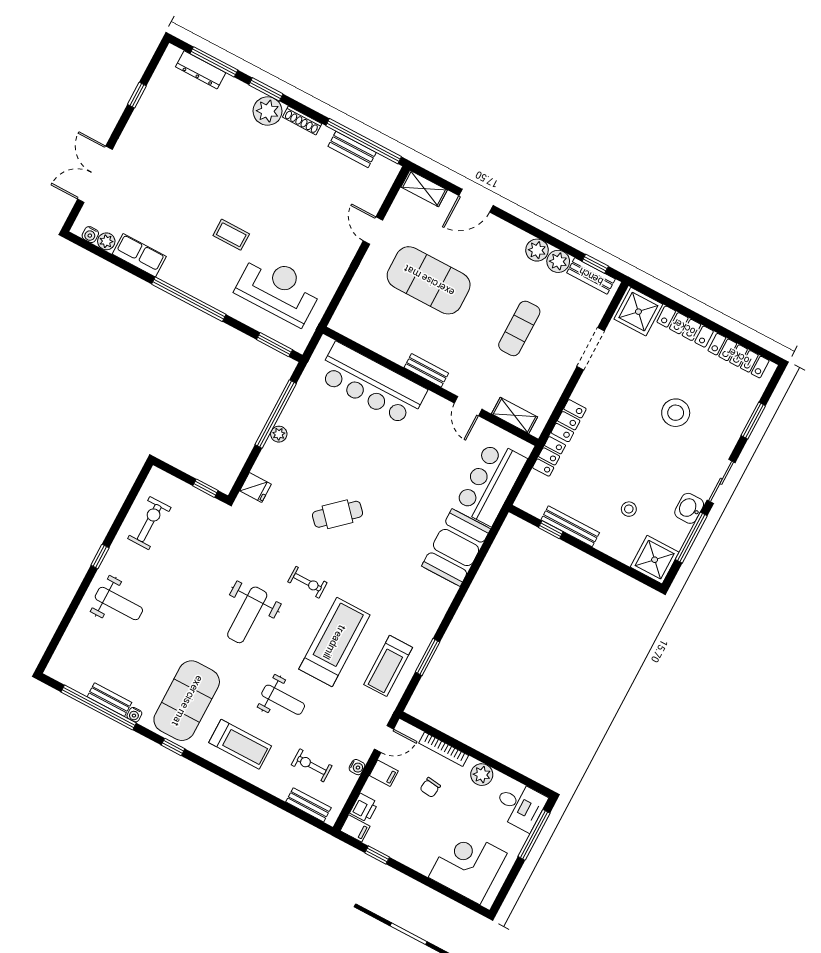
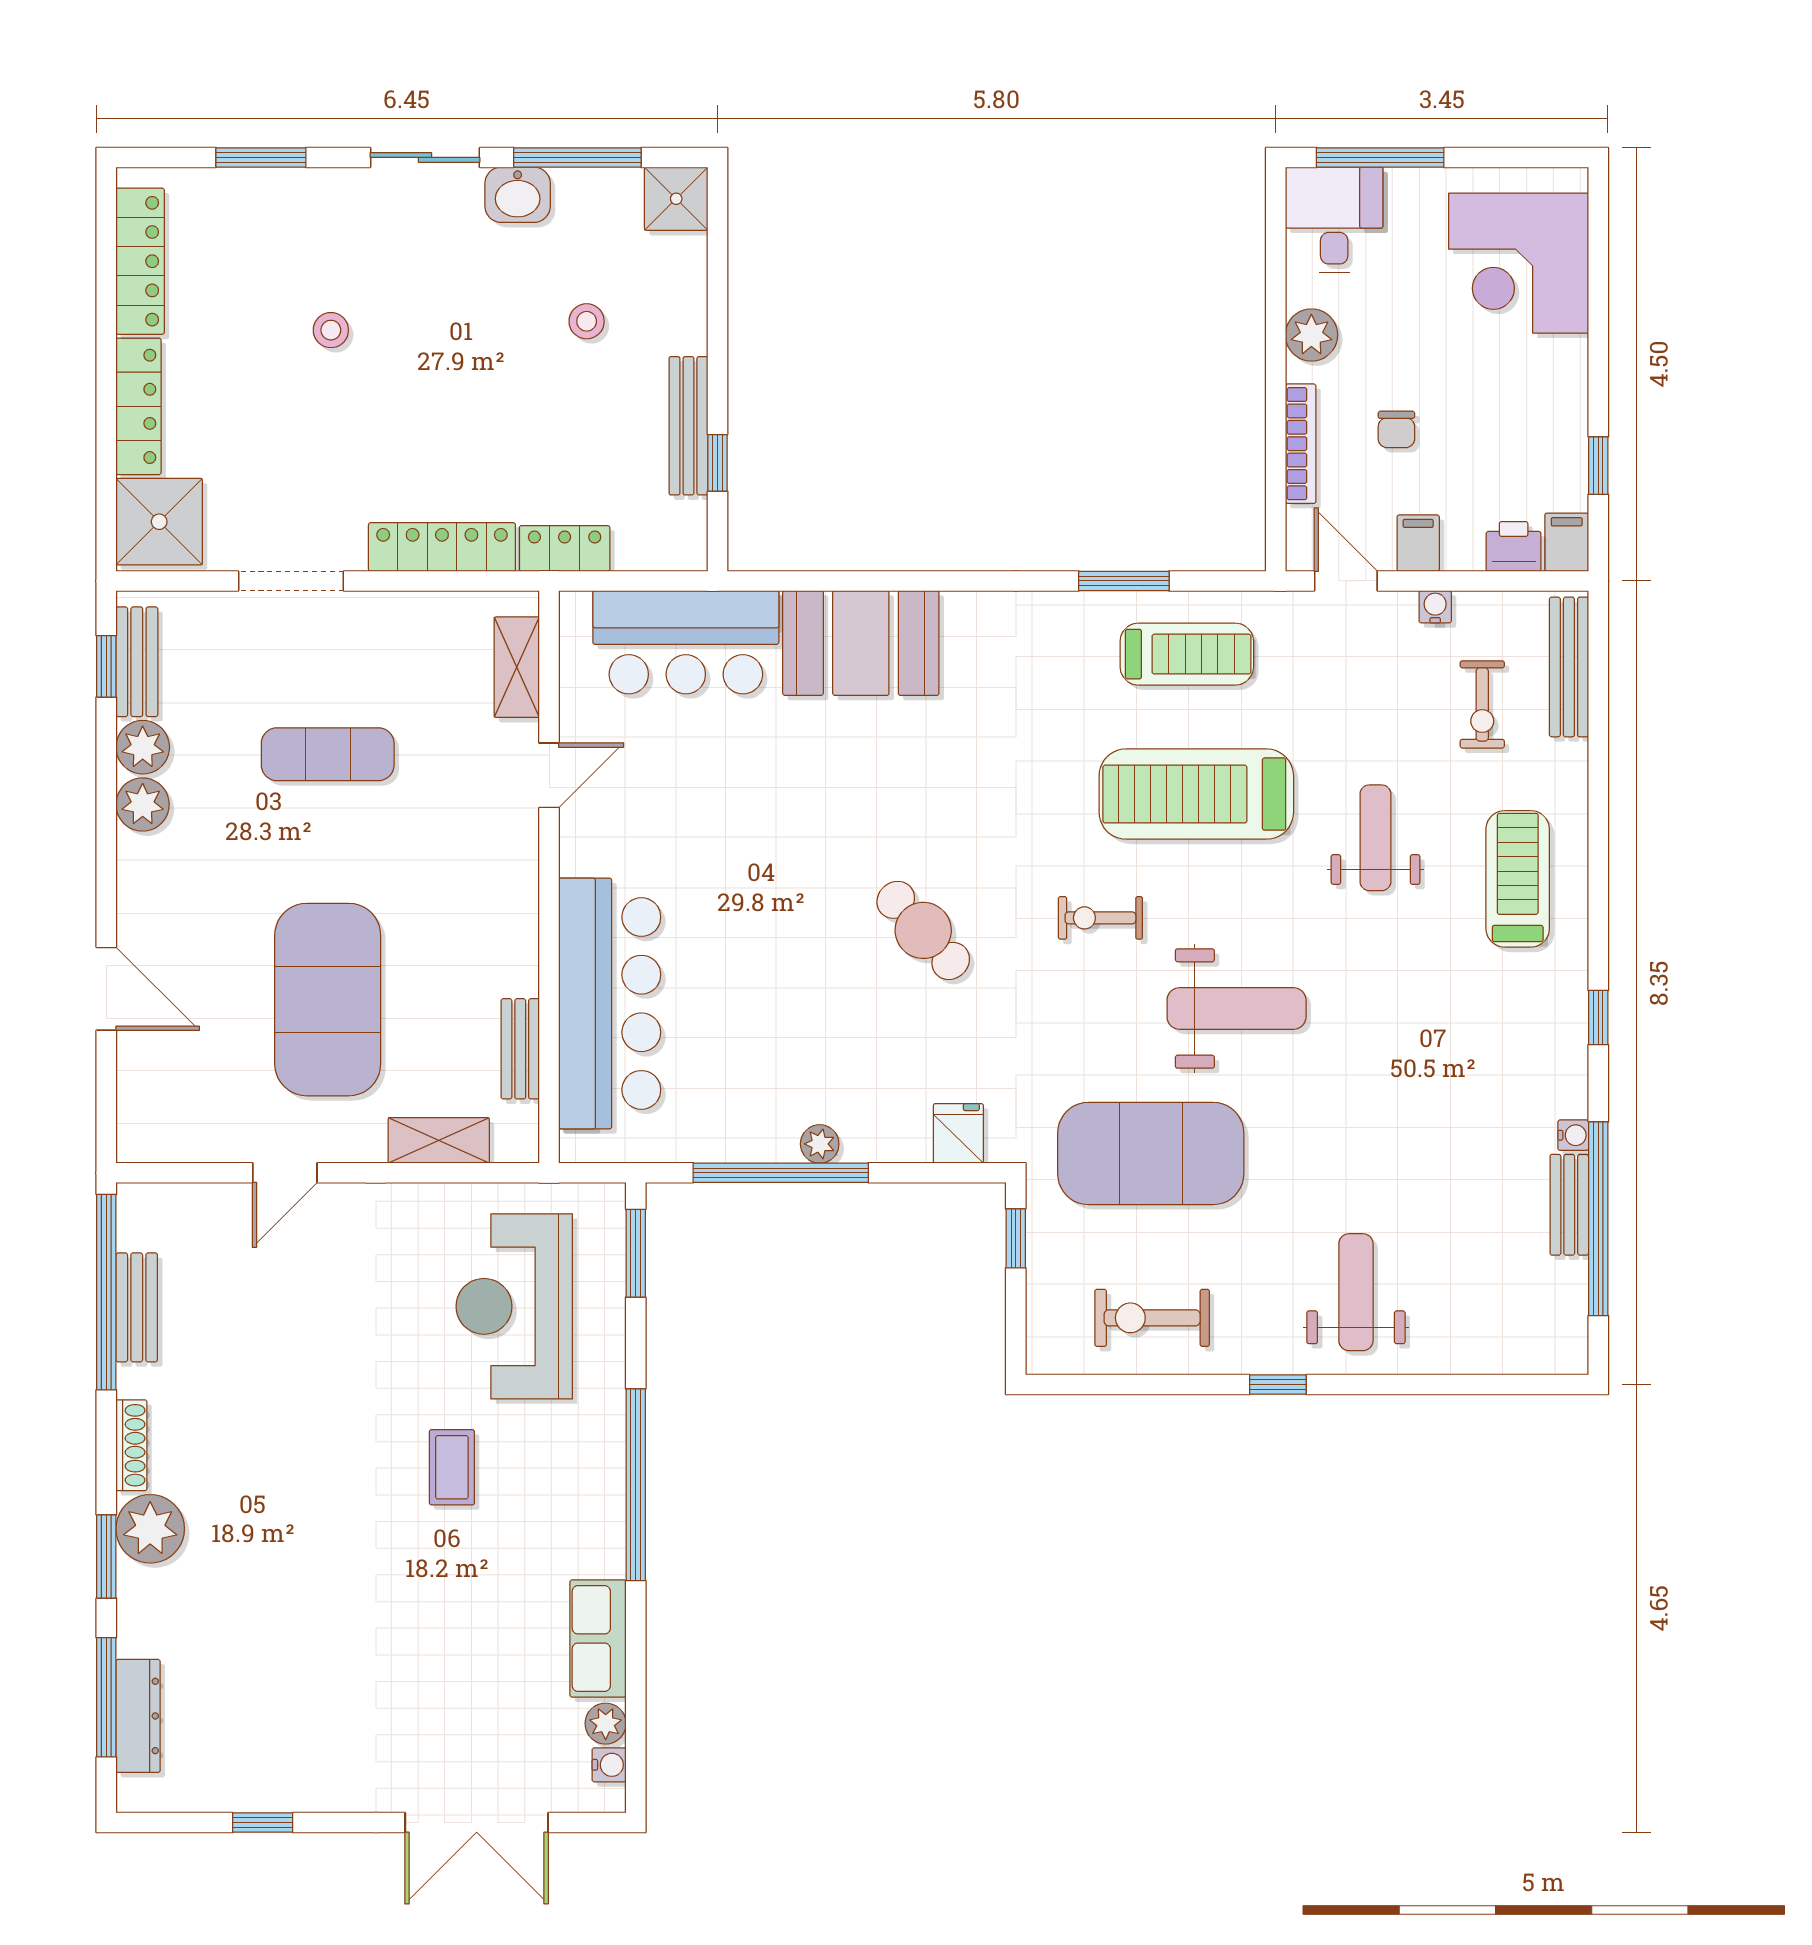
shelving: (424, 188) -> (439, 1140), moved, turned 90
bench: (426, 370) -> (520, 1049), moved
stool: (676, 413) -> (331, 330), width x0.53, depth x0.53
locker: (569, 421) -> (442, 547), width x1.53
shower: (655, 560) -> (676, 199), width x0.73, depth x0.73
exercise bike: (307, 582) -> (1100, 918), turned -90
exercise mat: (187, 701) -> (1151, 1153), moved
chair: (430, 787) -> (1396, 429), turned 83
bench: (308, 805) -> (1569, 667), width x1.36

